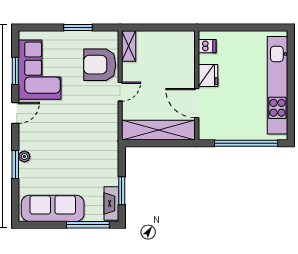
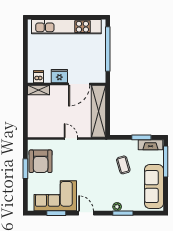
shelving: (129, 46) -> (39, 90), moved
armchair: (100, 65) -> (41, 161), moved
coffee table: (83, 165) -> (123, 165), added

